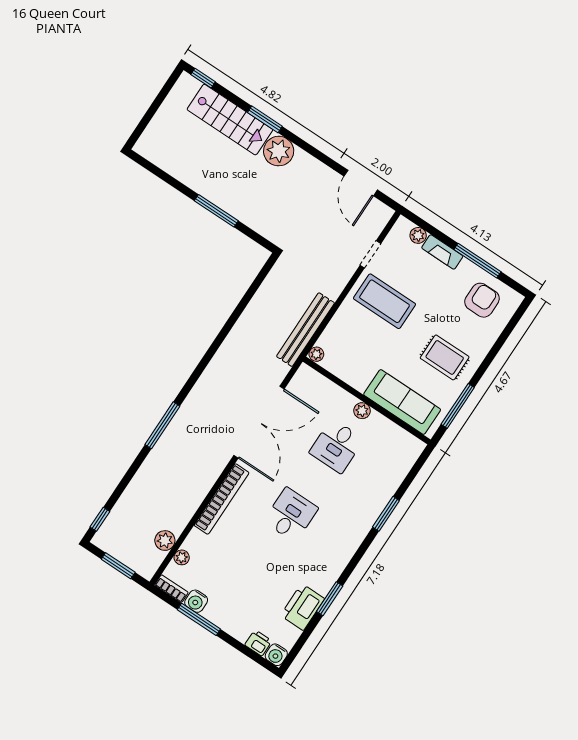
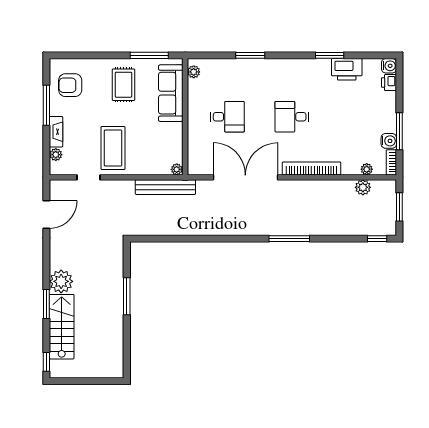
plant: (362, 411) -> (194, 72), moved

